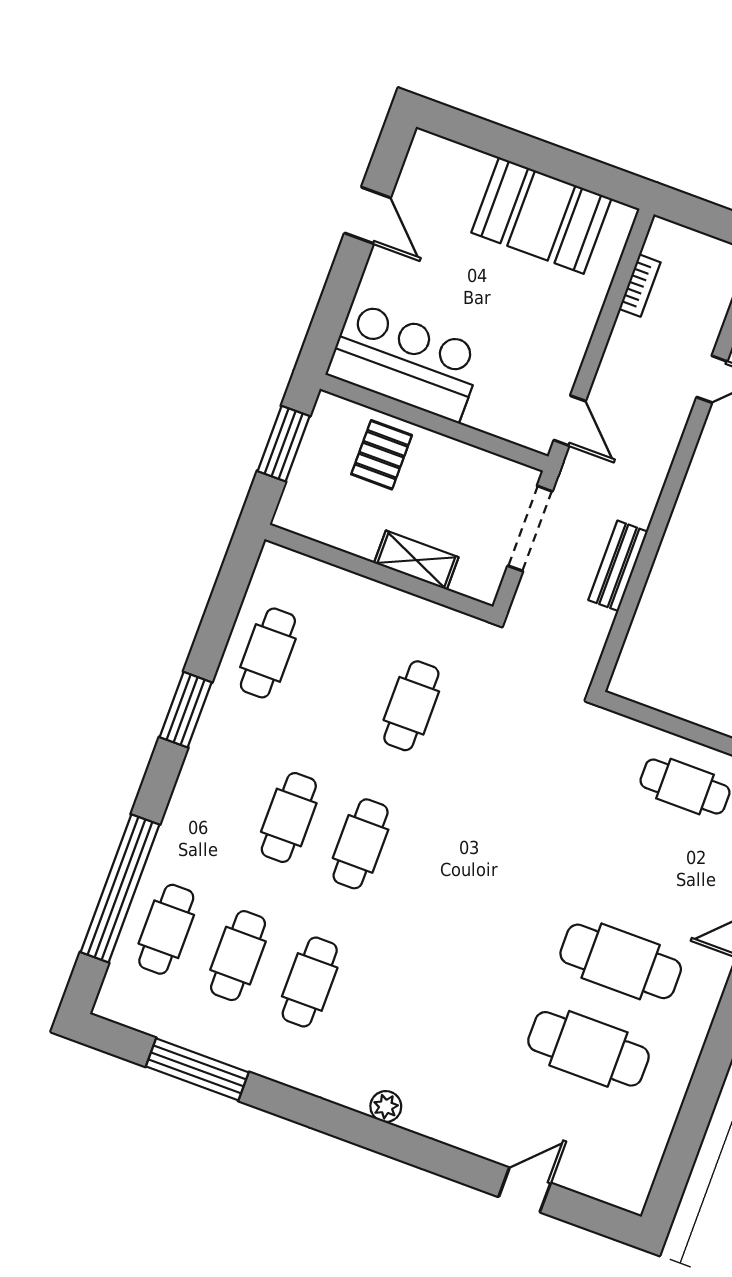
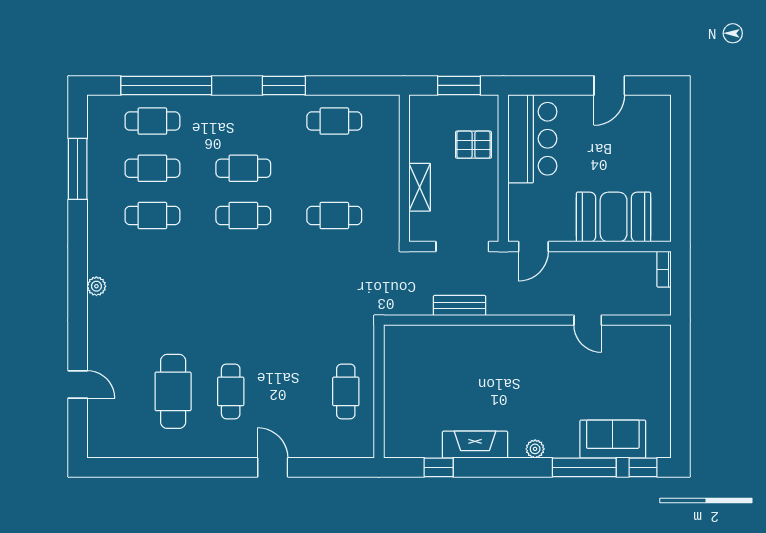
booth: (541, 215) -> (614, 217), moved, turned 90
bookcase: (640, 286) -> (664, 269), moved, turned 90
cafe table: (621, 961) -> (231, 391), width x0.73, depth x0.74

